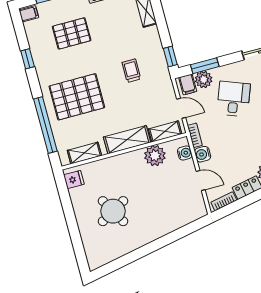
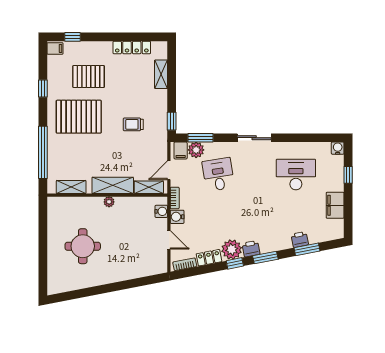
trolley: (131, 71) -> (133, 124), turned -90
pallet: (77, 97) -> (79, 117), moved
desk: (234, 99) -> (218, 175), turned -30
door: (181, 108) -> (169, 170), swing flipped
plant: (155, 156) -> (109, 202), moved, width x0.53, depth x0.53
fridge: (74, 179) -> (55, 208), removed
round table: (113, 211) -> (83, 246), turned 30

